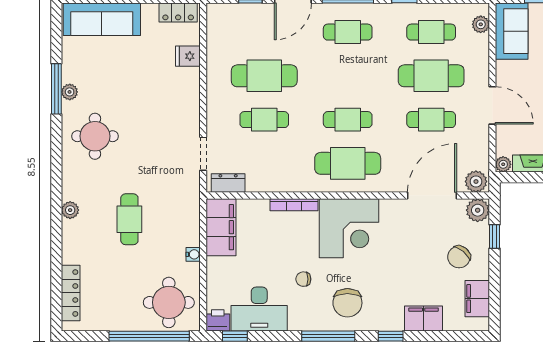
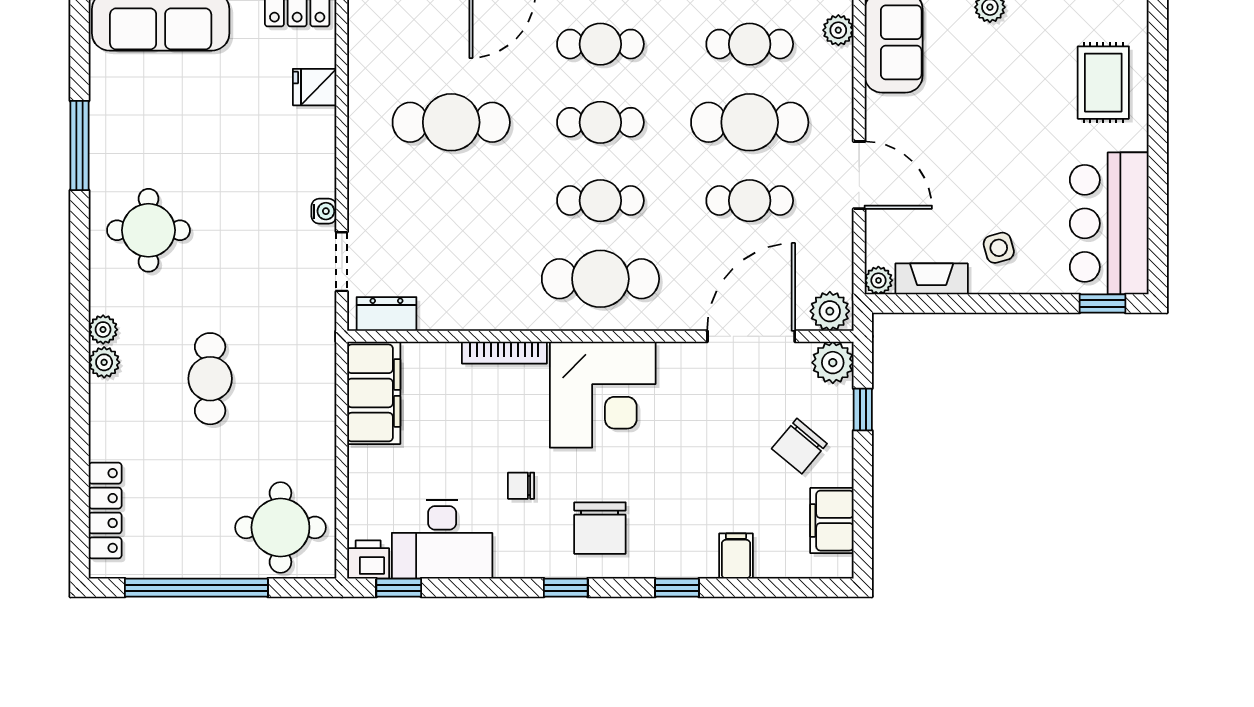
plant: (70, 92) -> (103, 330), moved
cafe table: (264, 120) -> (600, 122), moved
water cooler: (193, 254) -> (324, 211), moved
filing cabinet: (424, 318) -> (736, 556), width x0.50
window: (149, 336) -> (196, 588), moved
window: (328, 336) -> (566, 588), width x0.46

